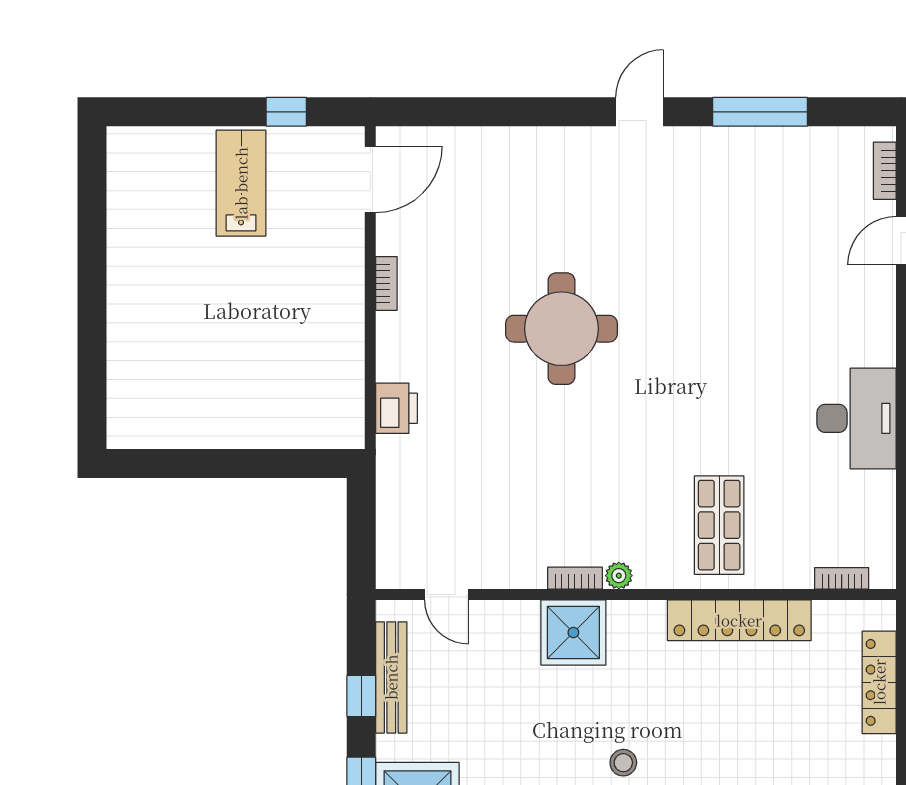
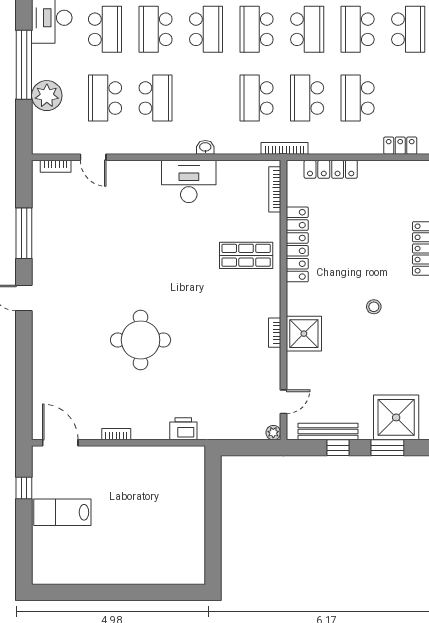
plant: (619, 576) -> (273, 433), moved
bookcase: (842, 578) -> (275, 189), width x1.56

